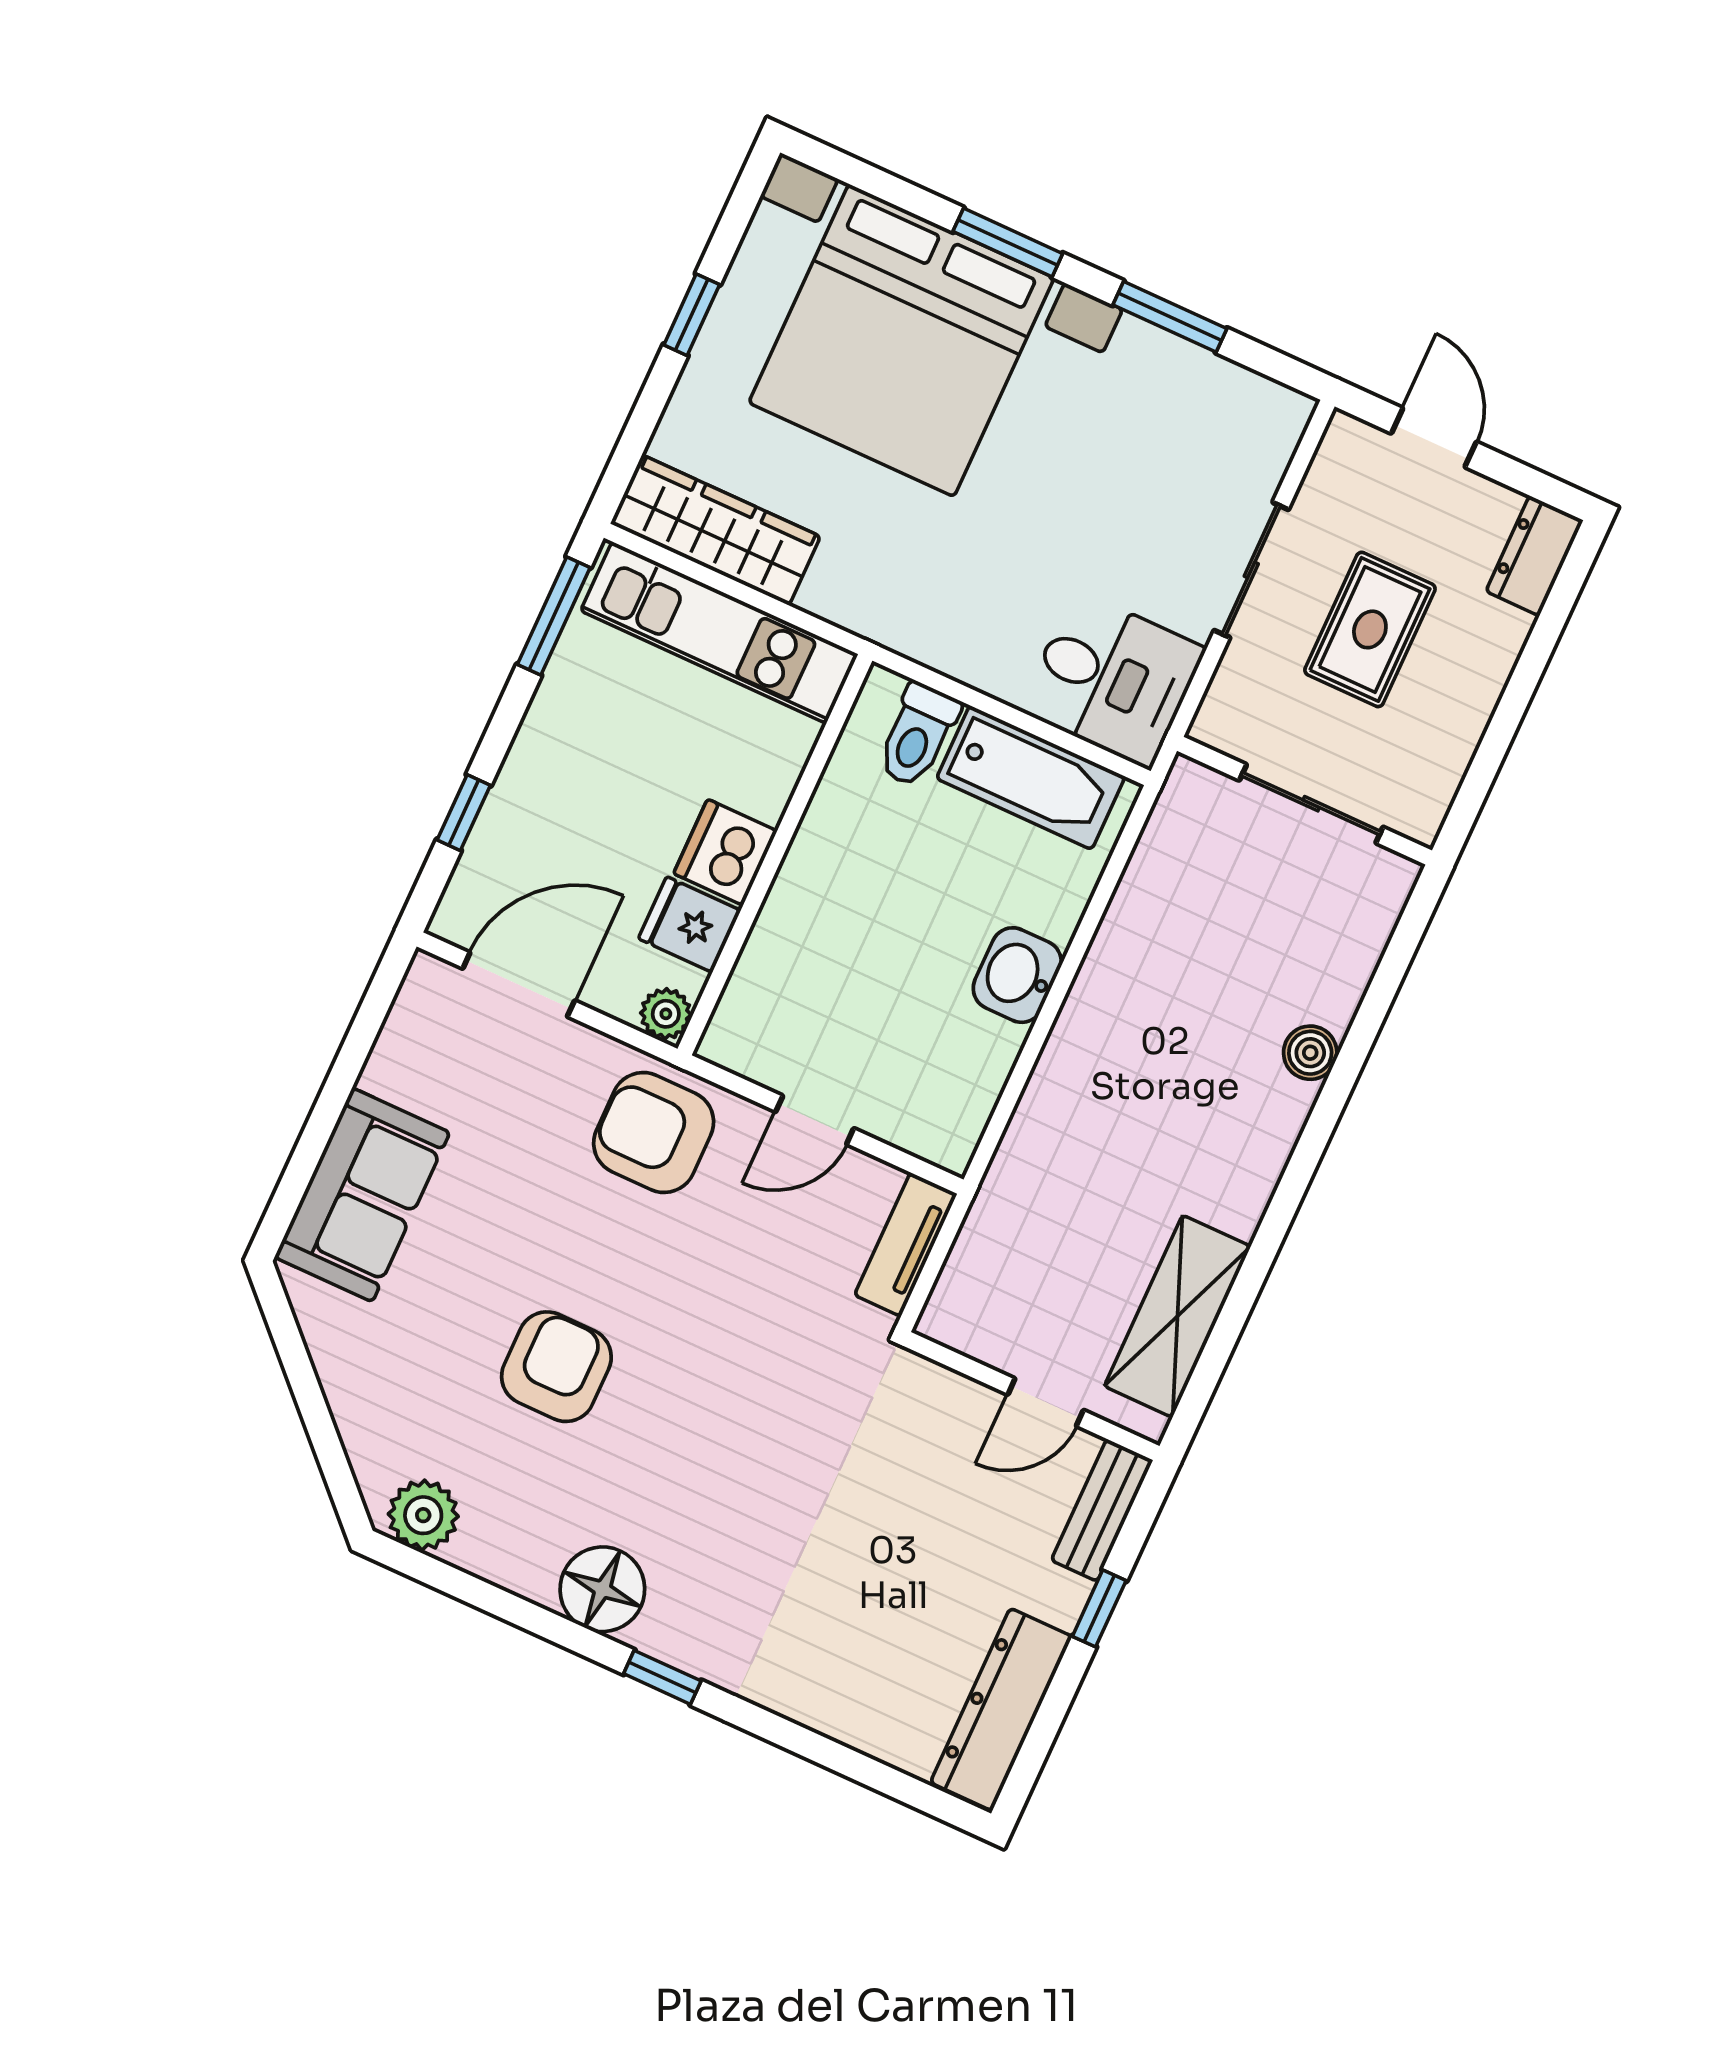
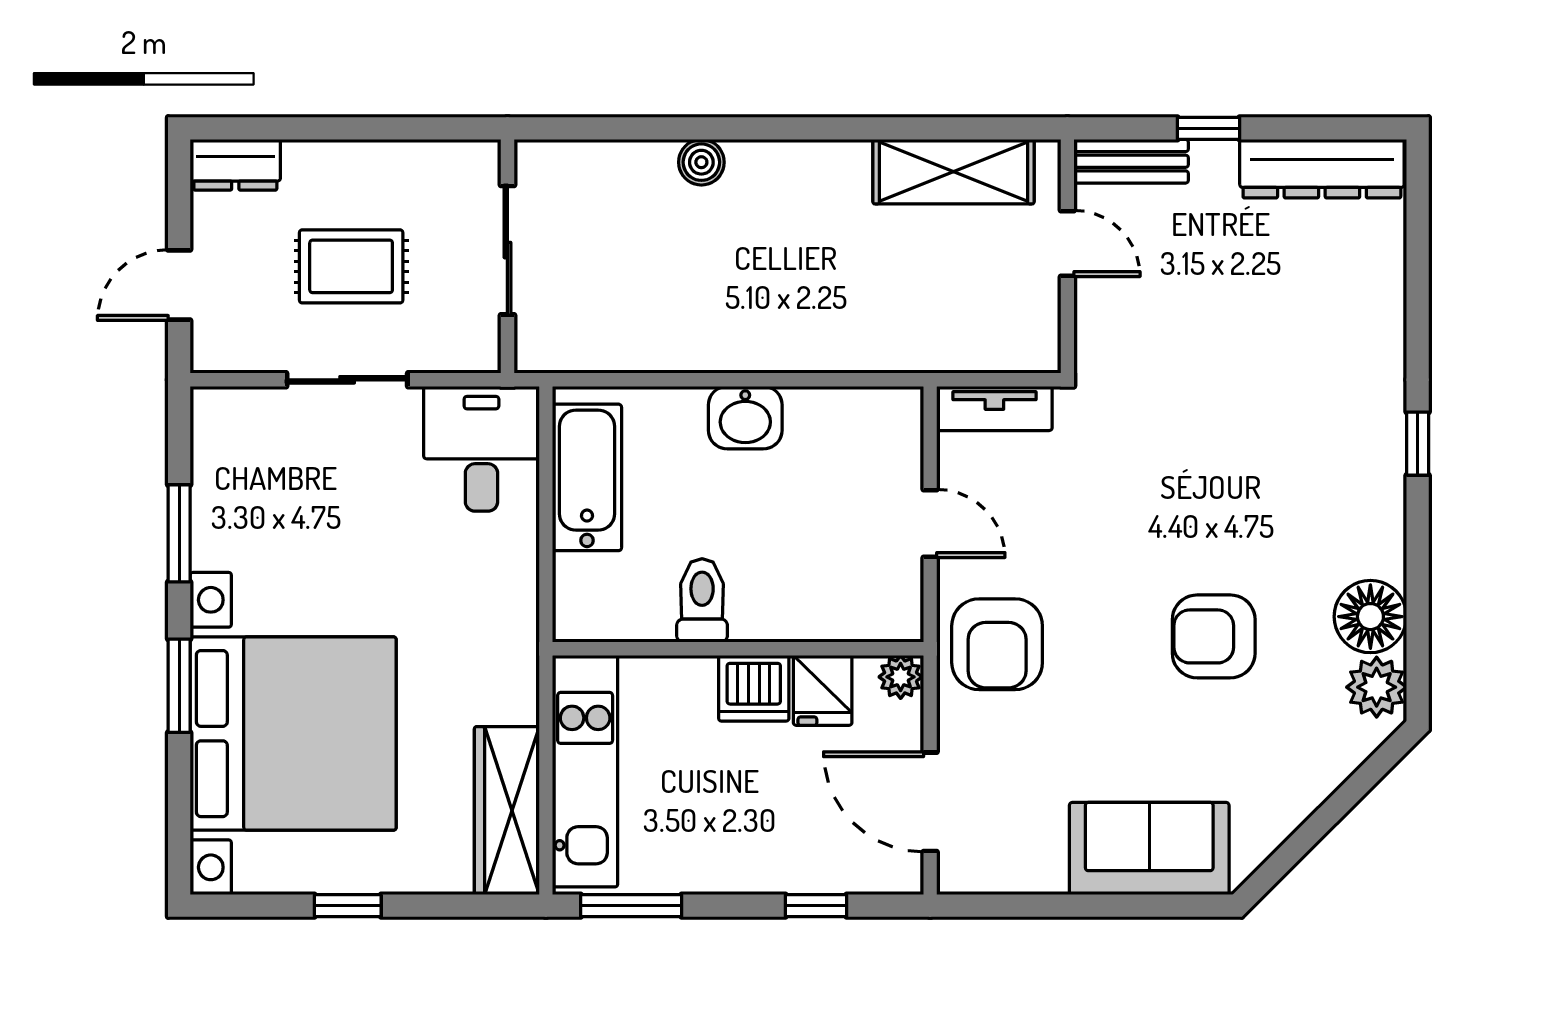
toilet: (918, 735) -> (702, 600), moved, turned -90
floor lamp: (602, 1589) -> (1370, 617), moved

